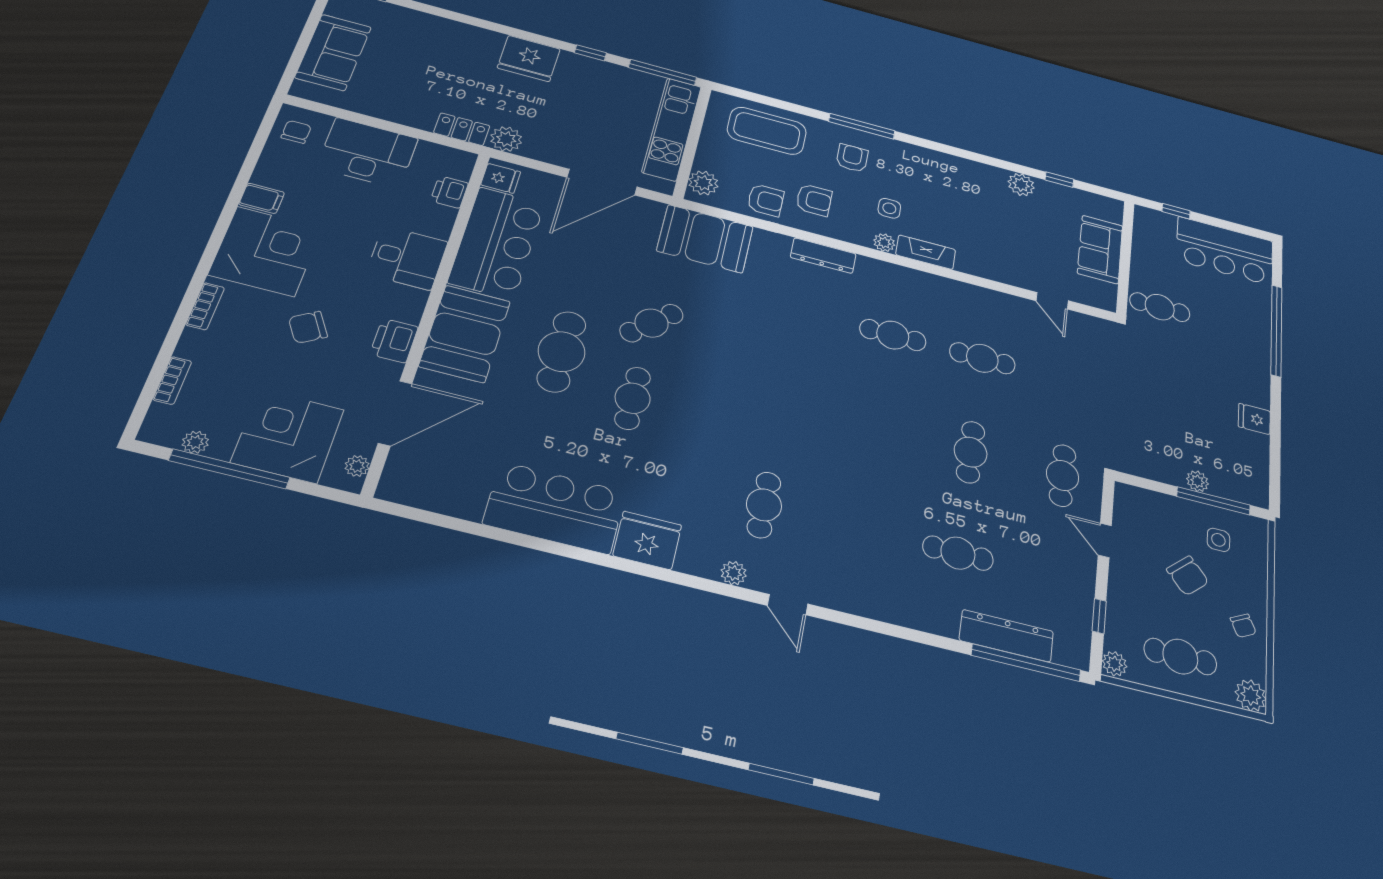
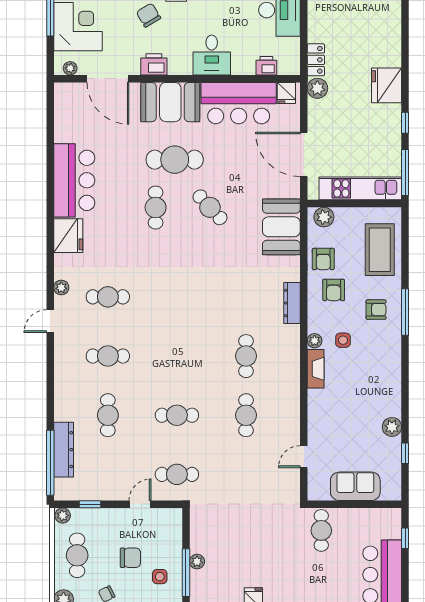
cafe table: (633, 398) -> (156, 208), turned 90
cafe table: (861, 529) -> (108, 356), added
chair: (1188, 576) -> (130, 558), turned -138

